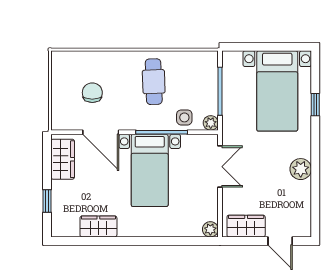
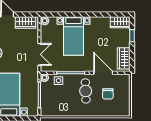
cafe table: (154, 82) -> (86, 91), moved
double door: (220, 167) -> (39, 54), swing flipped
bed with nightstands: (150, 170) -> (73, 36), moved, turned 180
wardrobe: (98, 226) -> (120, 22), moved

